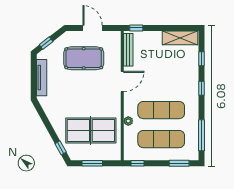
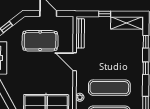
window: (136, 28) -> (105, 14), moved
door: (122, 82) -> (75, 62), swing flipped

